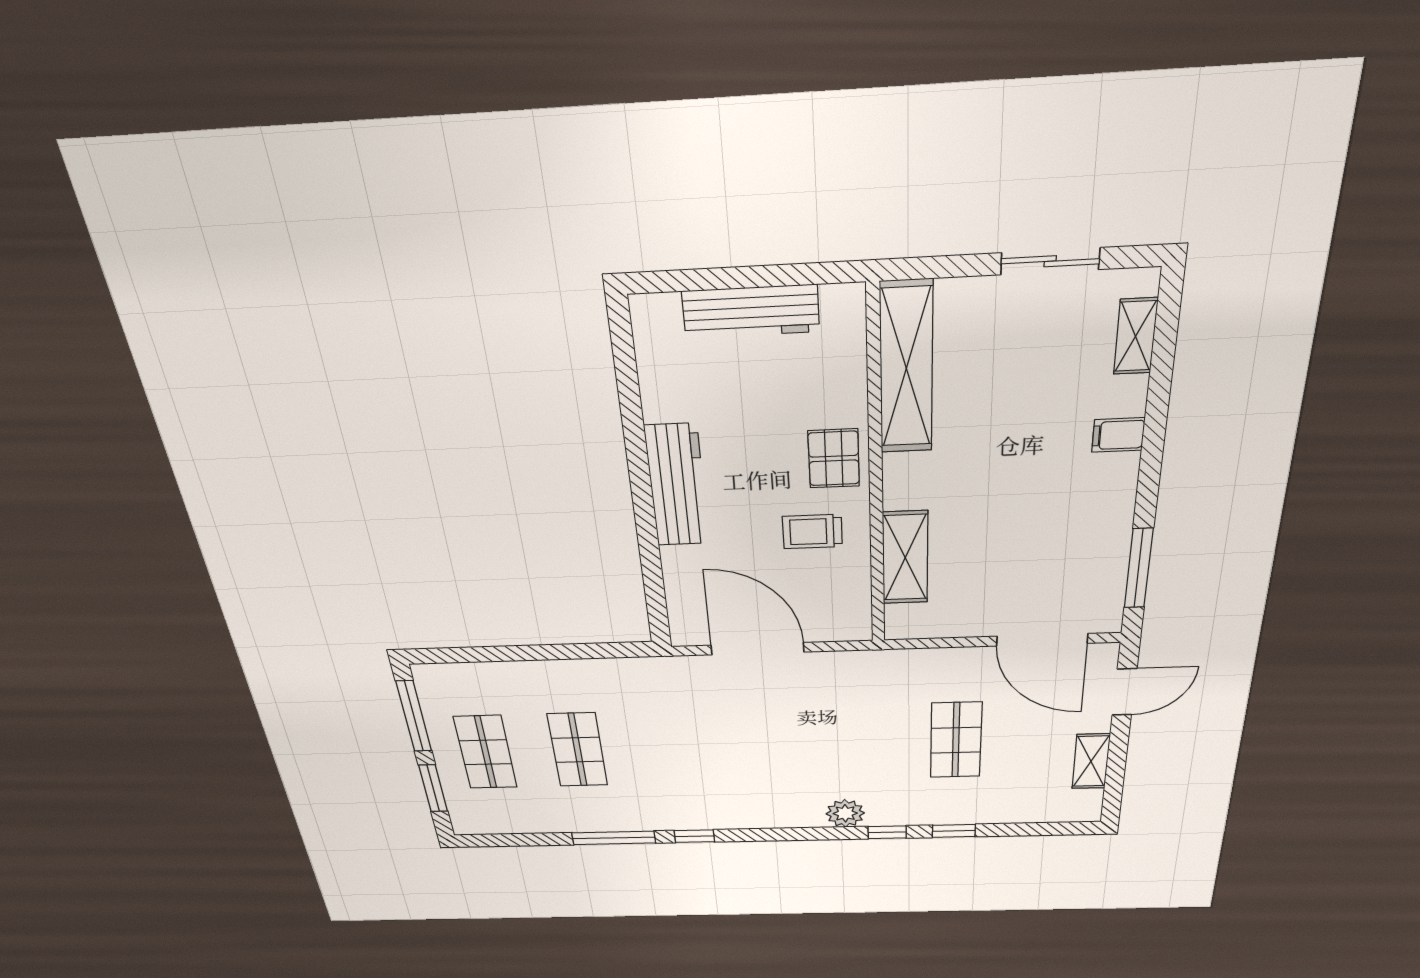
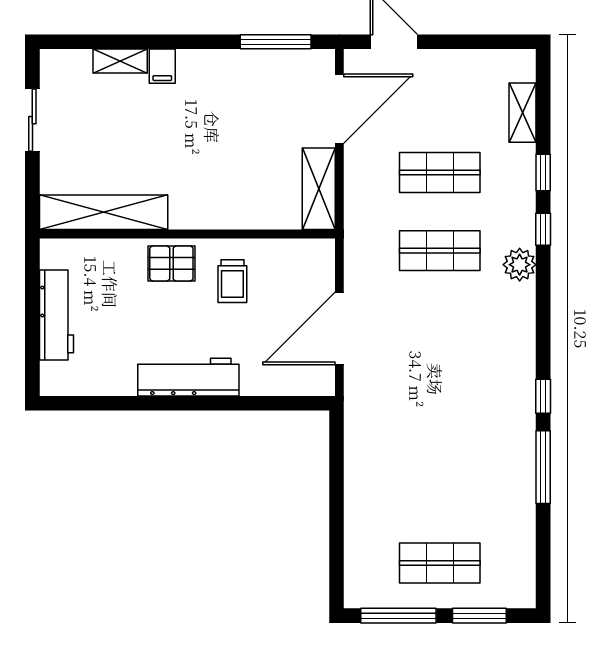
shelving: (1136, 336) -> (120, 61), moved
shelving: (905, 558) -> (319, 189), moved, turned 90
shop shelf: (578, 750) -> (440, 251), moved
shelving: (1091, 761) -> (523, 113), moved, turned 90

